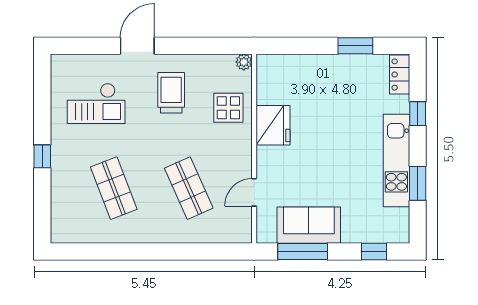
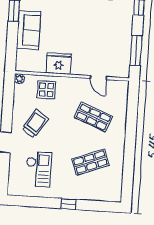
trolley: (171, 93) -> (35, 124), turned 123
shop shelf: (189, 188) -> (93, 117), turned 45
sofa: (309, 225) -> (29, 30), moved, turned 180

